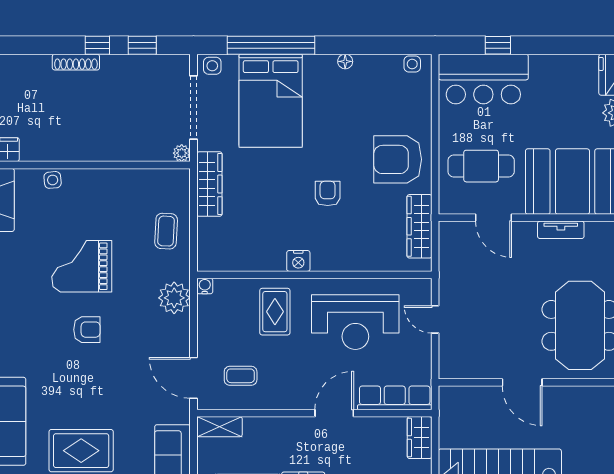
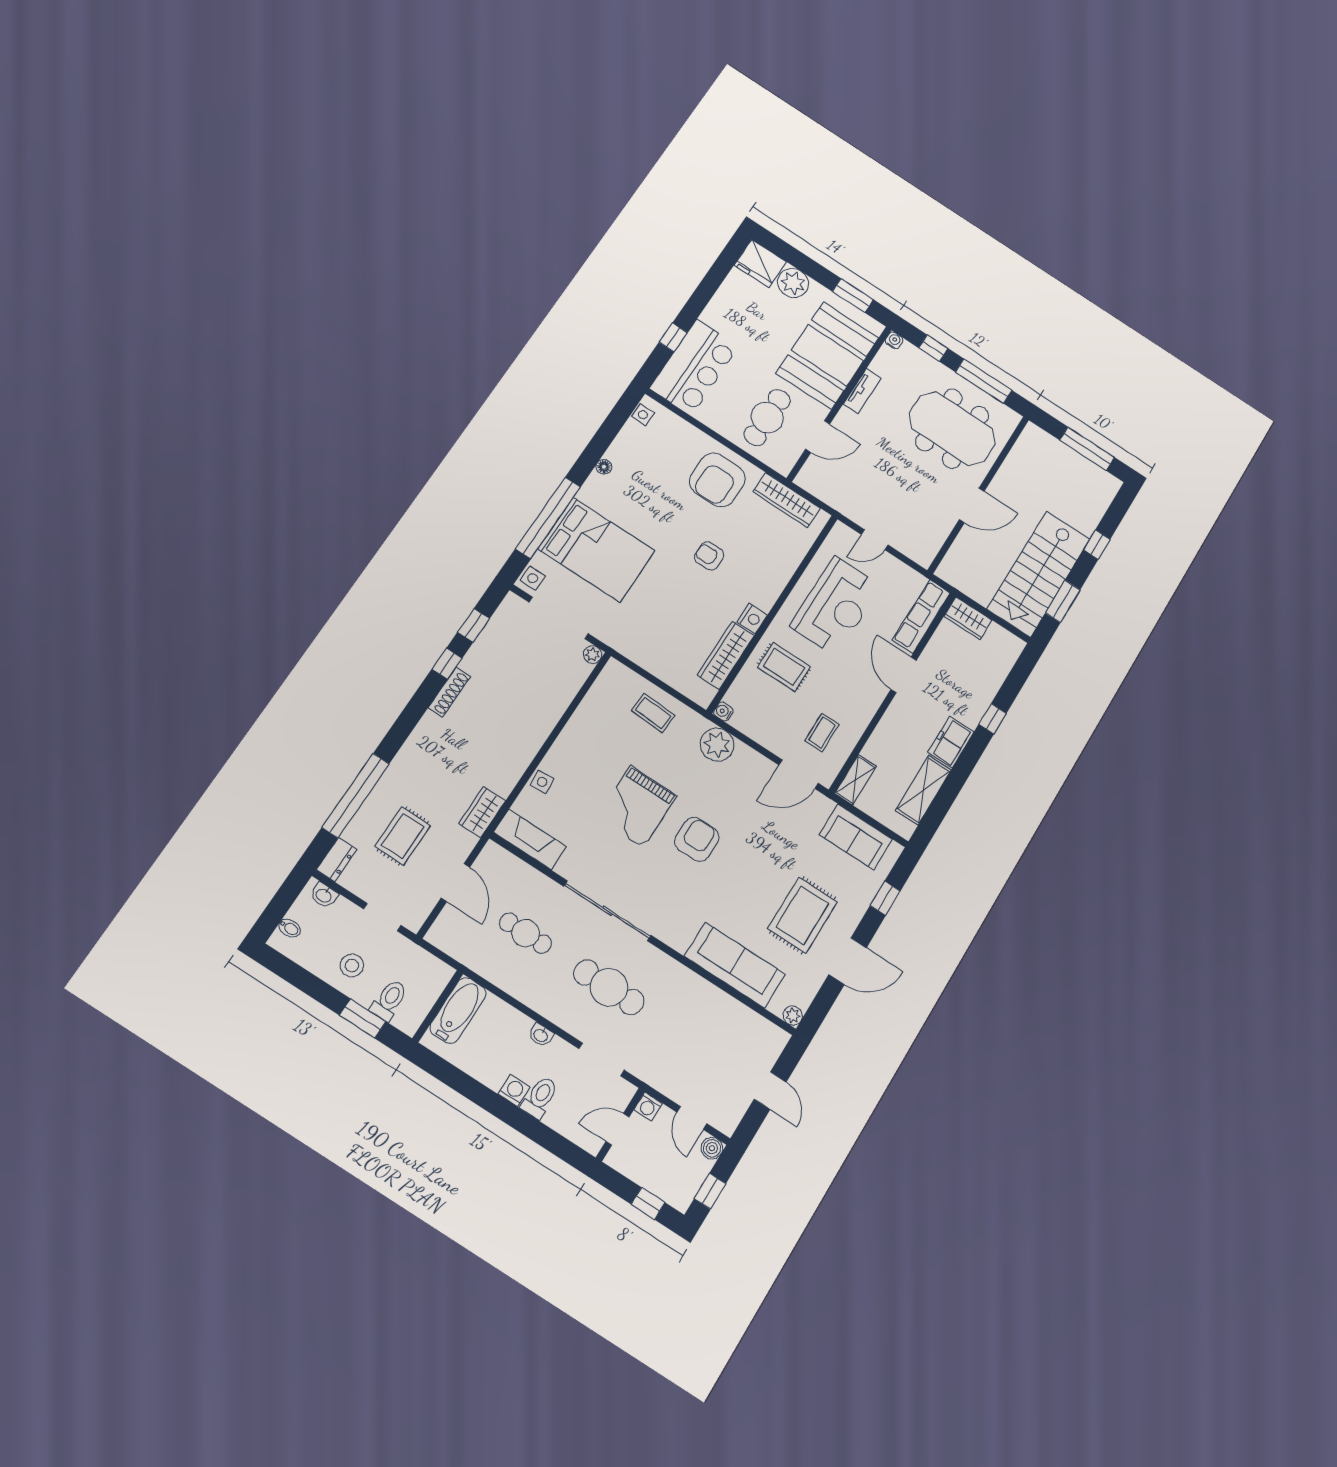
wardrobe: (209, 184) -> (726, 655), moved, turned -90
armchair: (87, 330) -> (697, 839), width x1.38, depth x1.38

